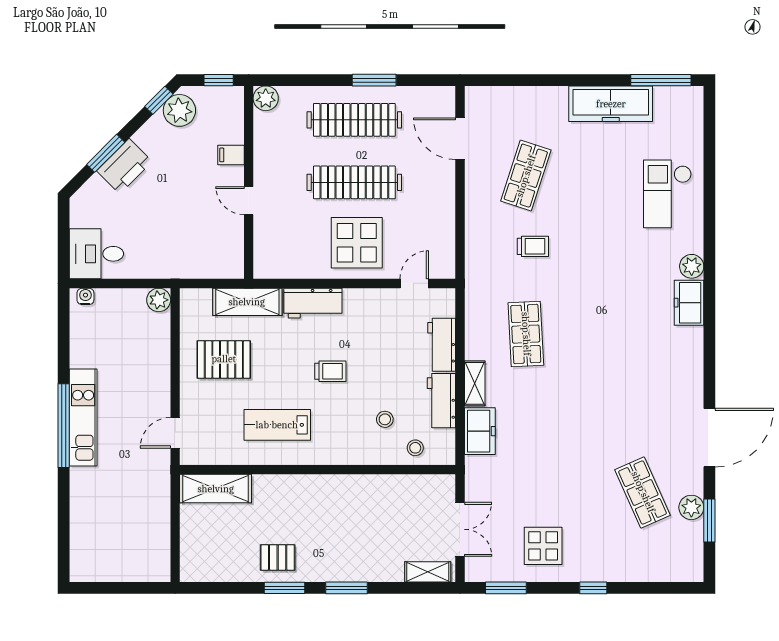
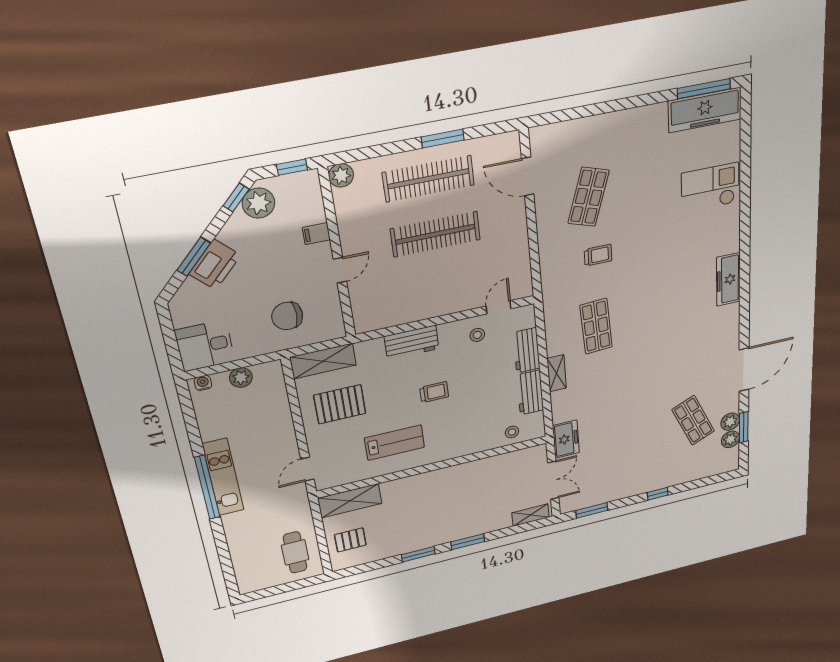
freezer: (611, 104) -> (705, 110), moved
checkout: (667, 194) -> (710, 188), turned 90
door: (249, 201) -> (340, 270), swing flipped
chair: (186, 240) -> (287, 316), added
display table: (357, 243) -> (444, 285), removed
plant: (692, 266) -> (730, 439), moved
plant: (159, 300) -> (241, 378), moved
shelving: (247, 302) -> (323, 361), moved
freezer: (689, 303) -> (728, 279), width x1.40
stool: (385, 419) -> (477, 335), moved
lab bench: (277, 425) -> (395, 443), turned 180
freezer: (480, 431) -> (566, 439), moved
cafe table: (142, 541) -> (295, 552), added
display table: (543, 546) -> (618, 475), removed
pallet: (278, 557) -> (350, 540), moved

